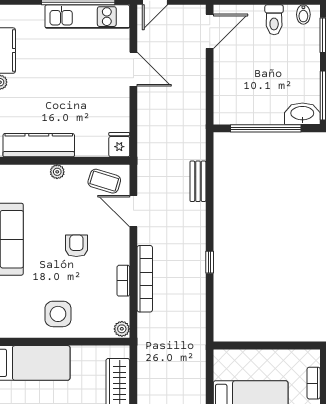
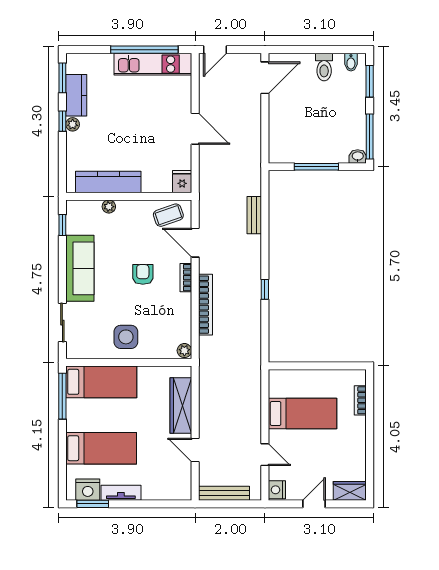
door: (133, 69) -> (195, 129), moved
washbasin: (302, 114) -> (358, 156), width x0.52, depth x0.69
window: (266, 128) -> (316, 167), width x0.68
plant: (57, 172) -> (109, 207), moved
coffee table: (104, 181) -> (168, 215), turned -36
bookcase: (123, 281) -> (186, 278), moved

